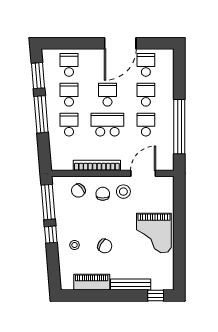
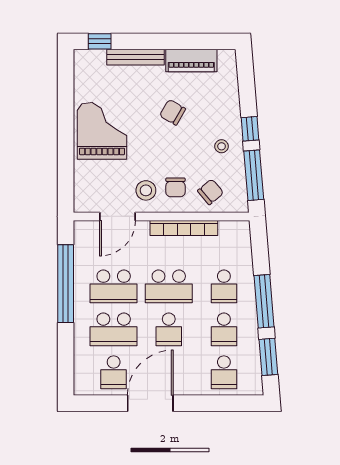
school desk: (146, 95) -> (114, 329), width x1.85
school desk: (146, 125) -> (114, 286), width x1.85
stool: (75, 245) -> (222, 146), moved

